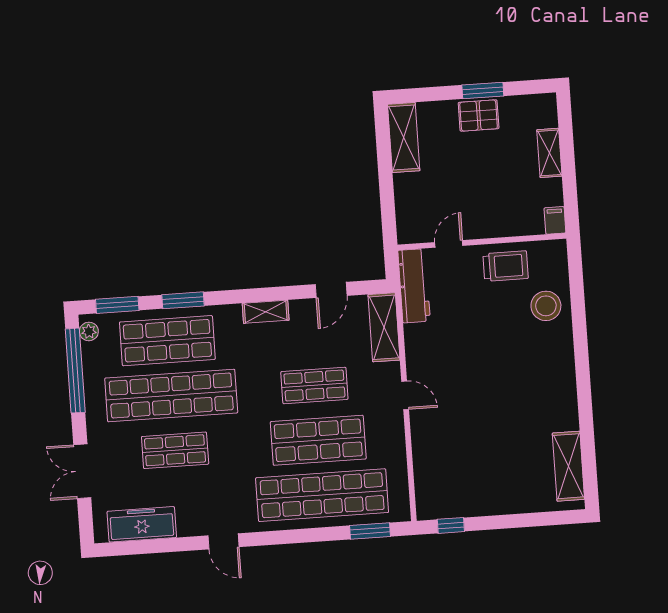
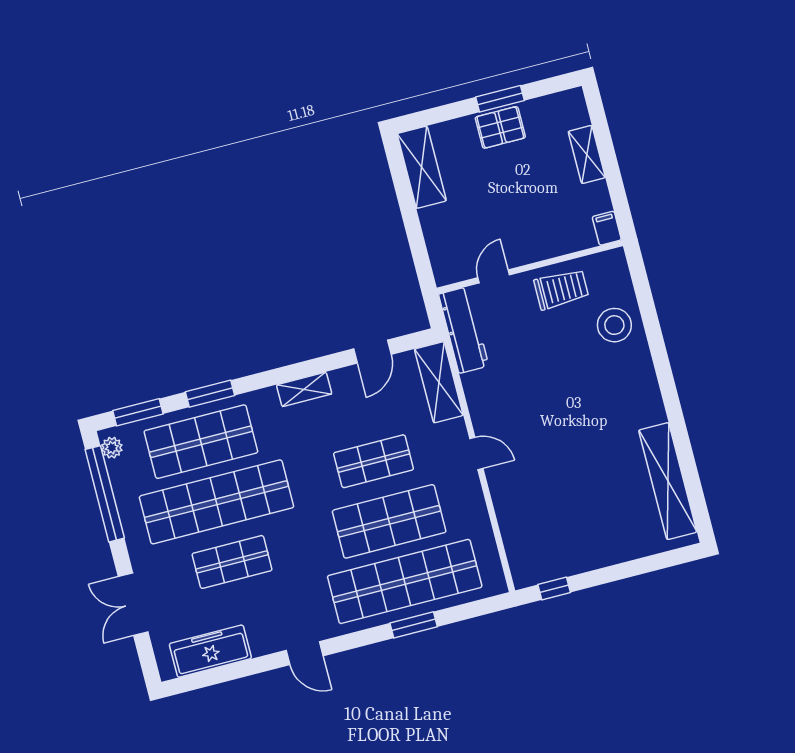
shelving: (568, 466) -> (668, 481), width x1.47
window: (370, 531) -> (414, 625), moved

